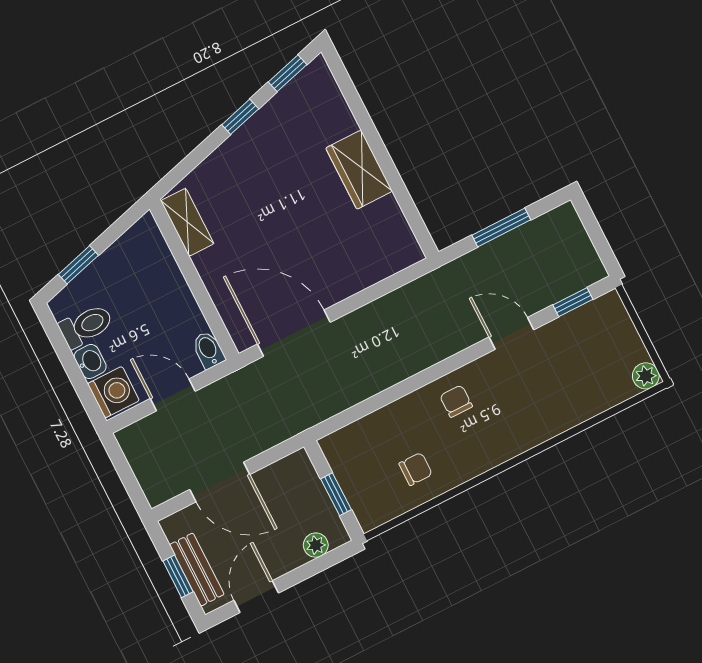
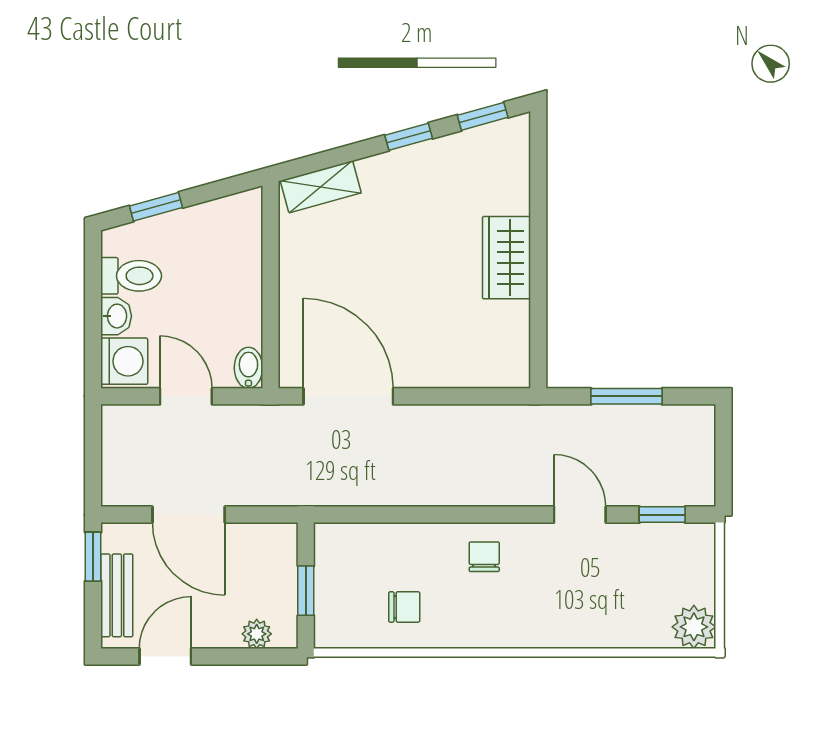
shelving: (187, 222) -> (321, 187), moved, turned 75
plant: (646, 376) -> (694, 627), width x1.38, depth x1.38
window: (178, 576) -> (93, 557), moved

